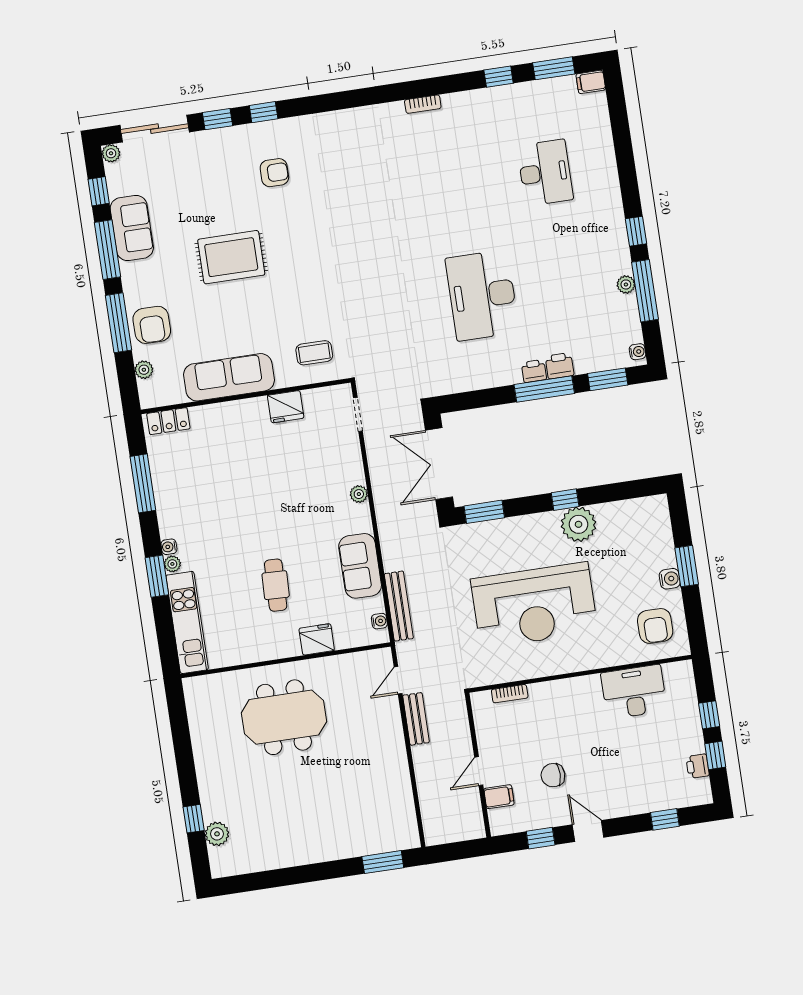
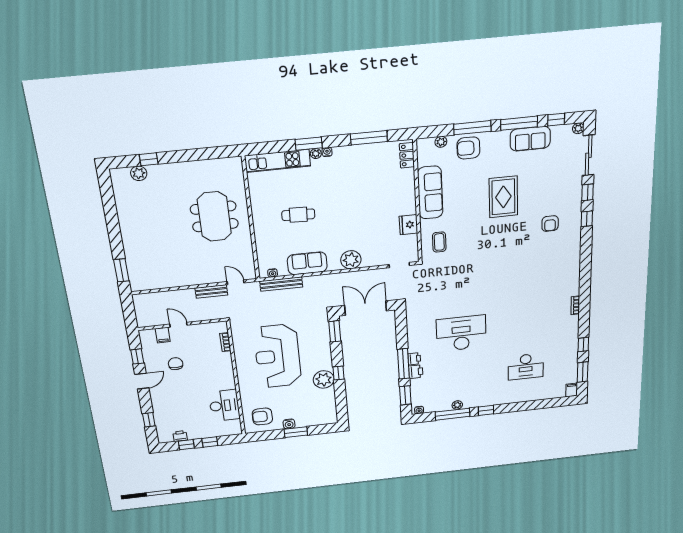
plant: (359, 494) -> (351, 260), width x1.88, depth x1.88
fridge: (317, 639) -> (263, 237), removed

